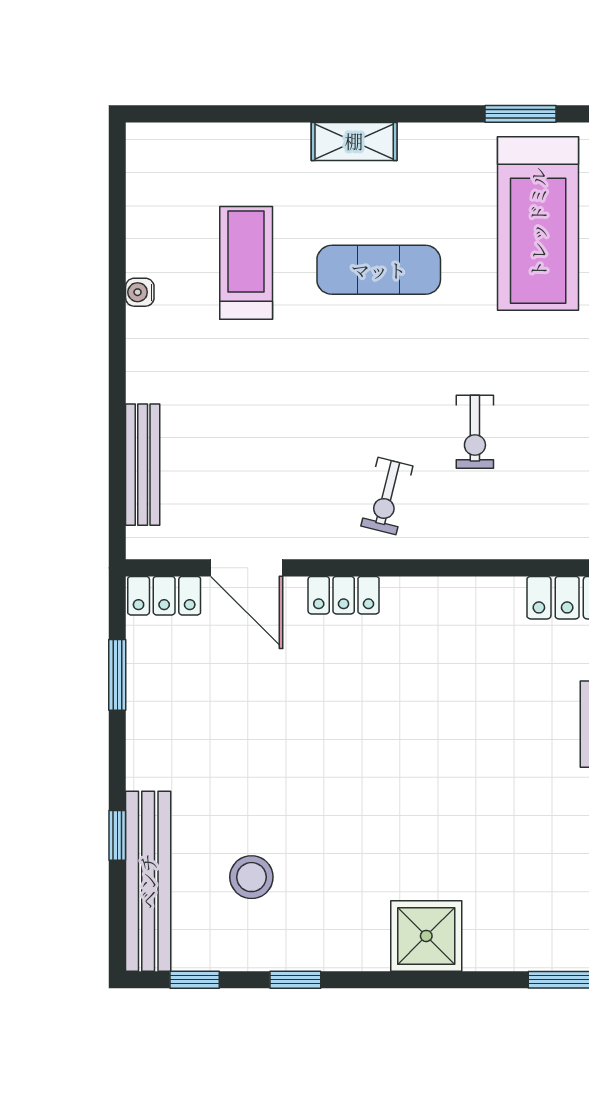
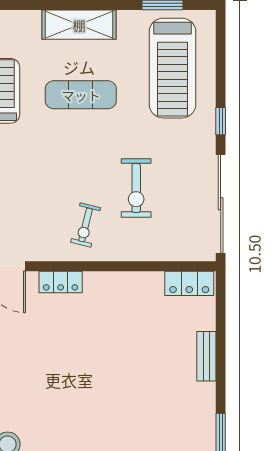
shelving: (354, 141) -> (79, 25), width x1.50, depth x1.33
exercise bike: (475, 432) -> (136, 188), width x1.38, depth x1.39

